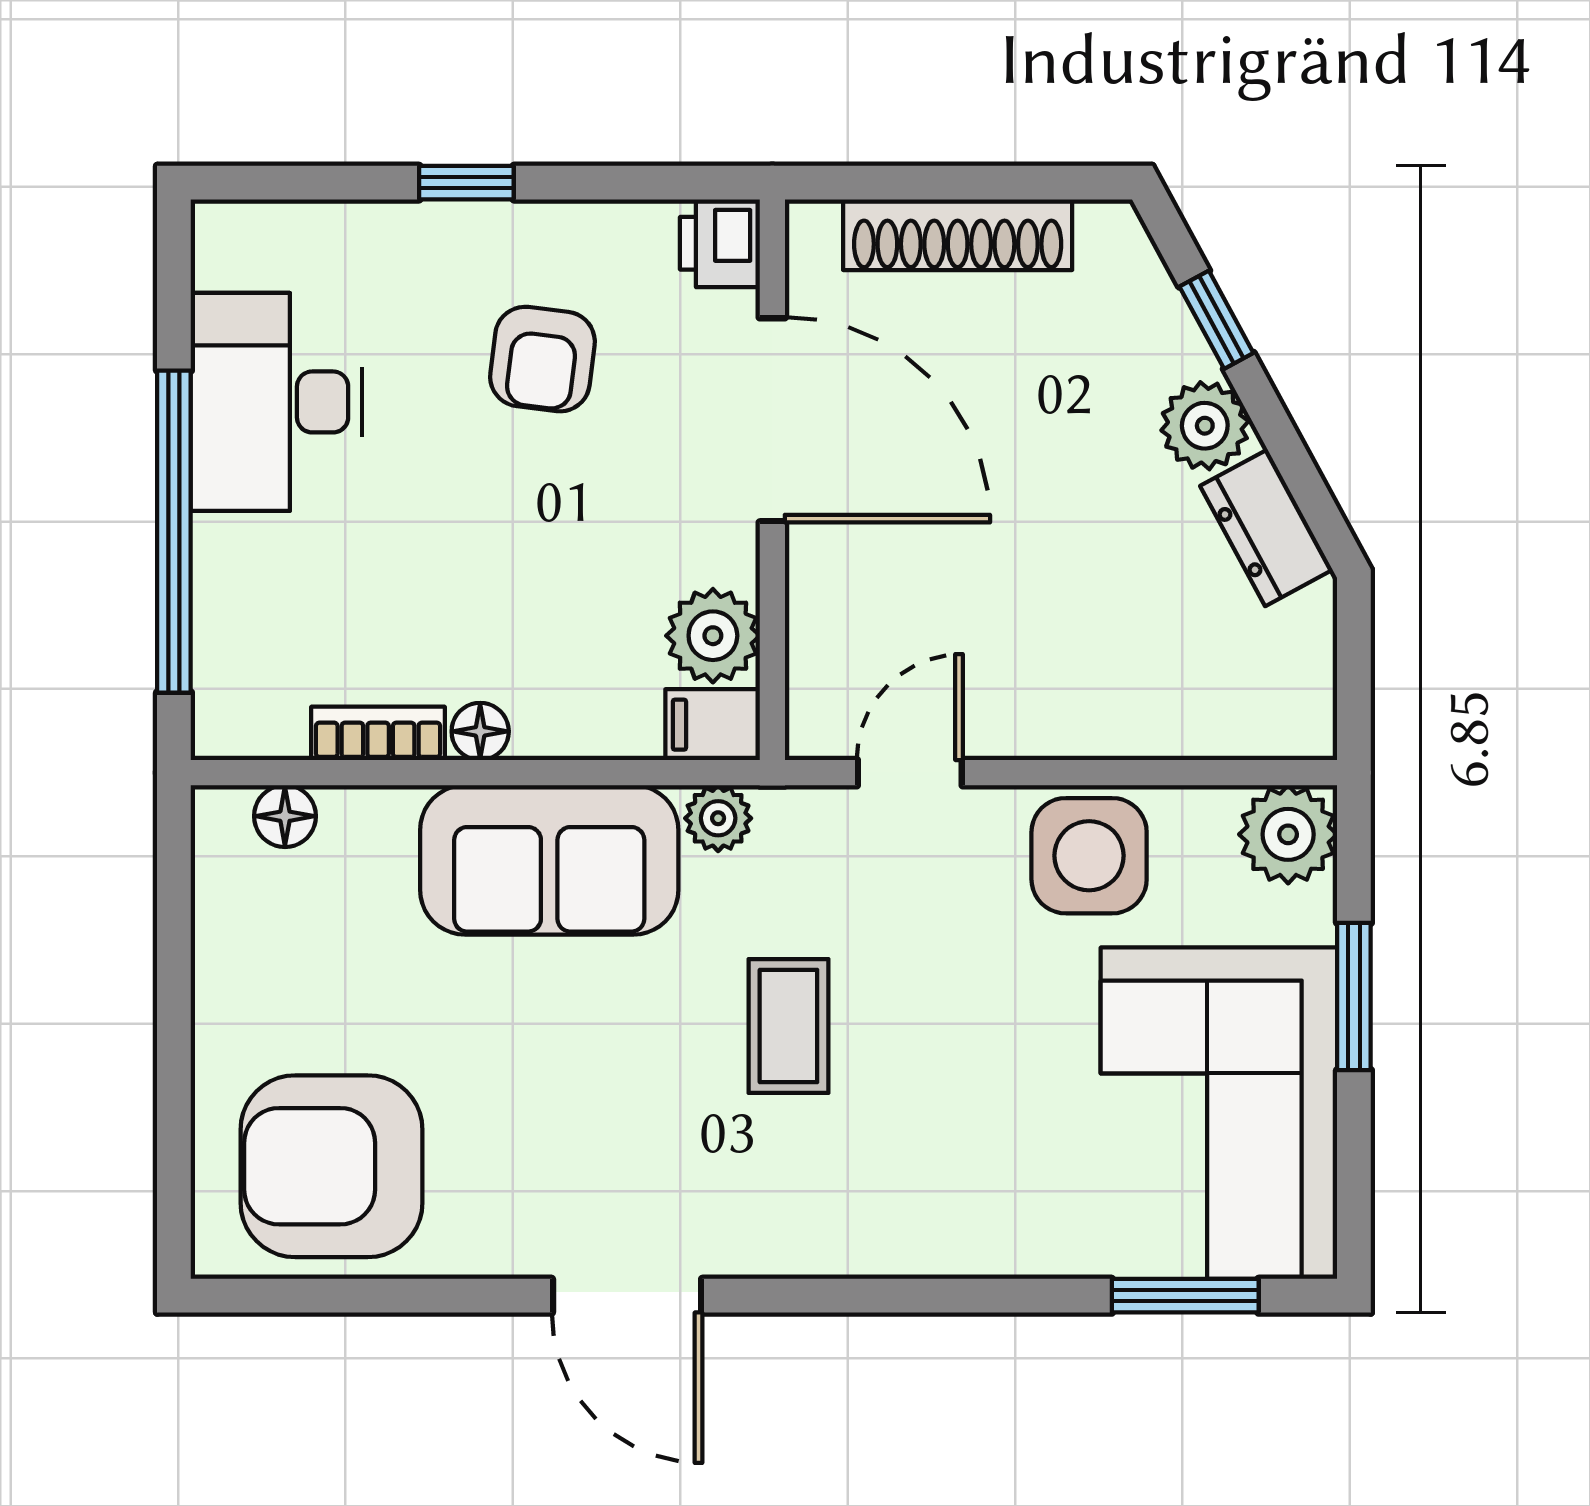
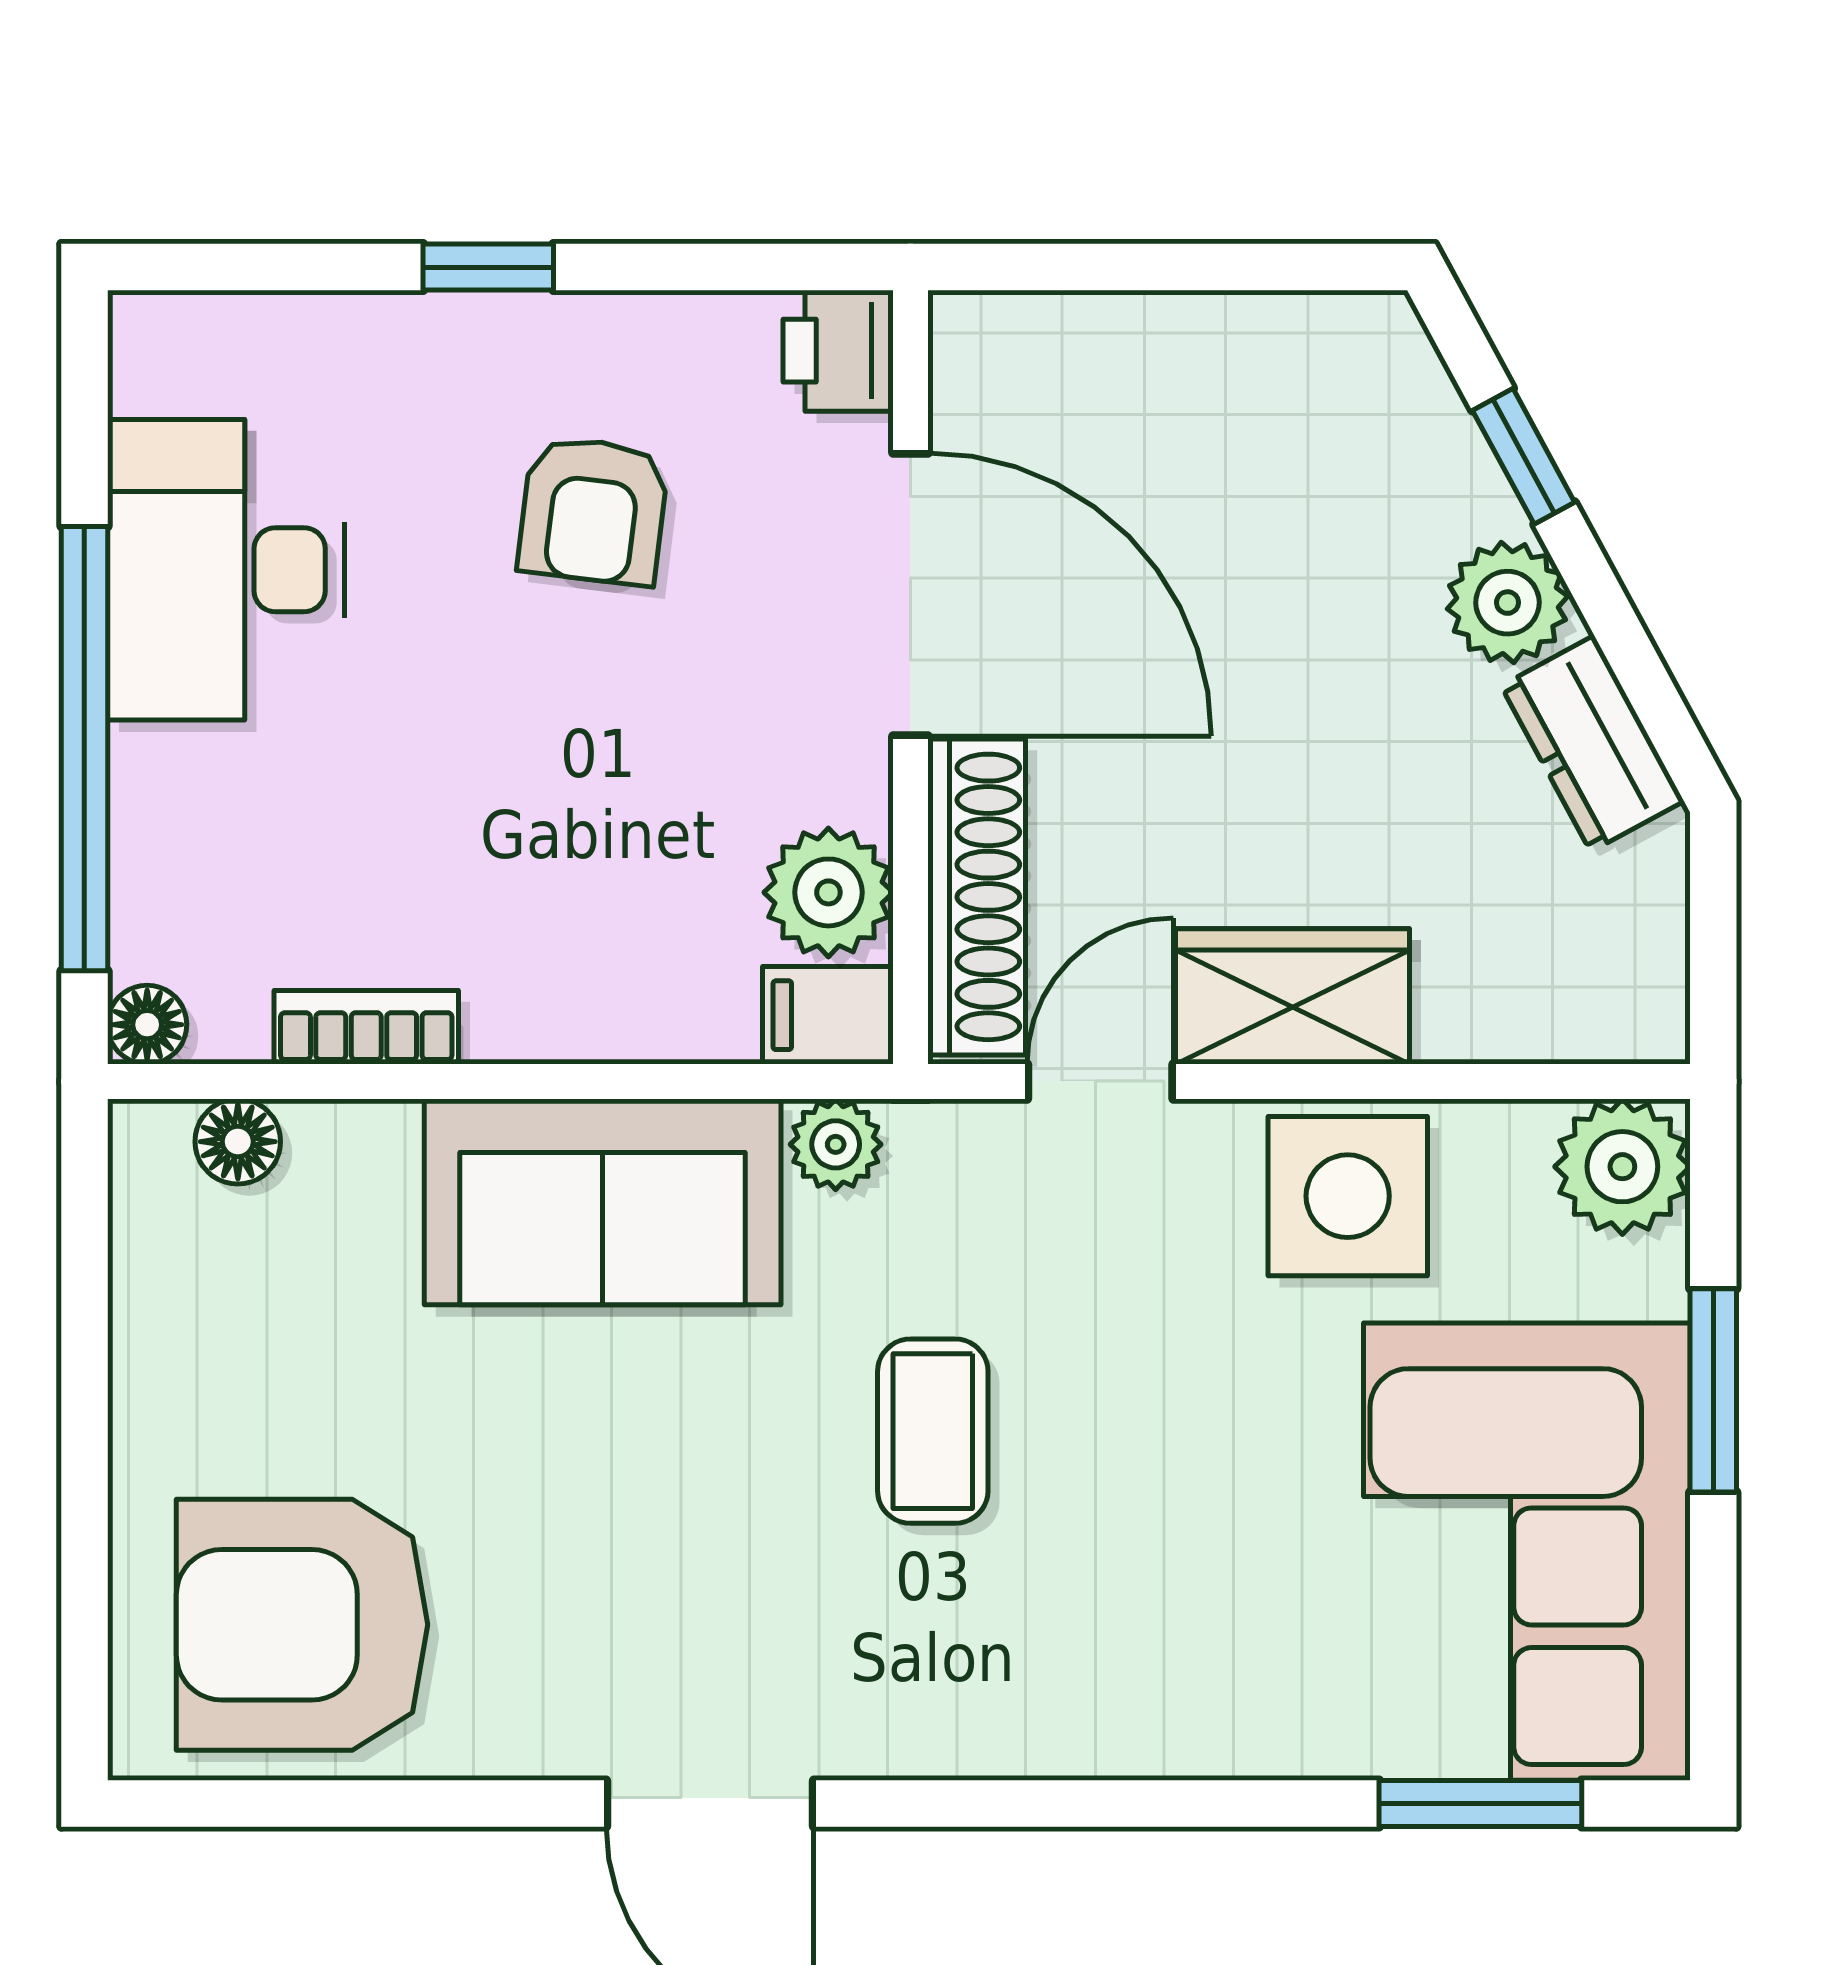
shoe rack: (958, 235) -> (977, 897), moved, turned -90
wardrobe: (1049, 711) -> (1293, 996), added
floor lamp: (480, 731) -> (147, 1025), moved

